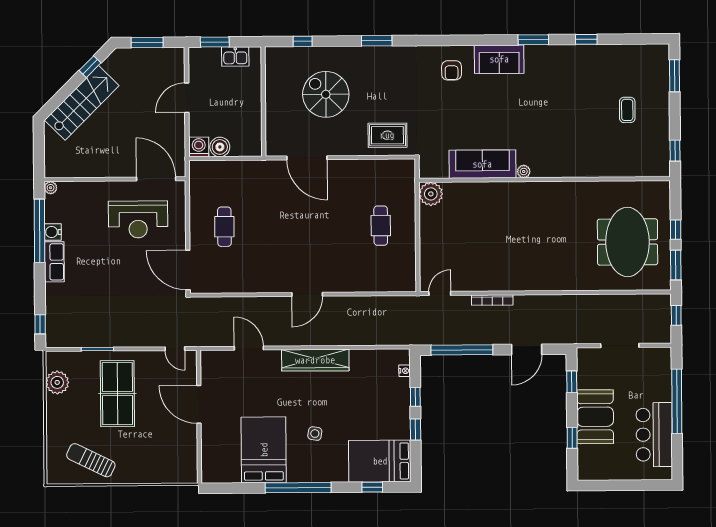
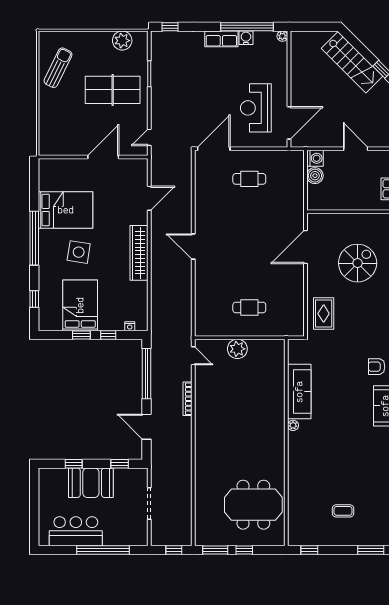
plant: (431, 194) -> (237, 349), moved
meeting table: (627, 242) -> (253, 505), moved
side table: (315, 434) -> (79, 252), width x1.87, depth x1.87
bed: (380, 461) -> (80, 305), moved

